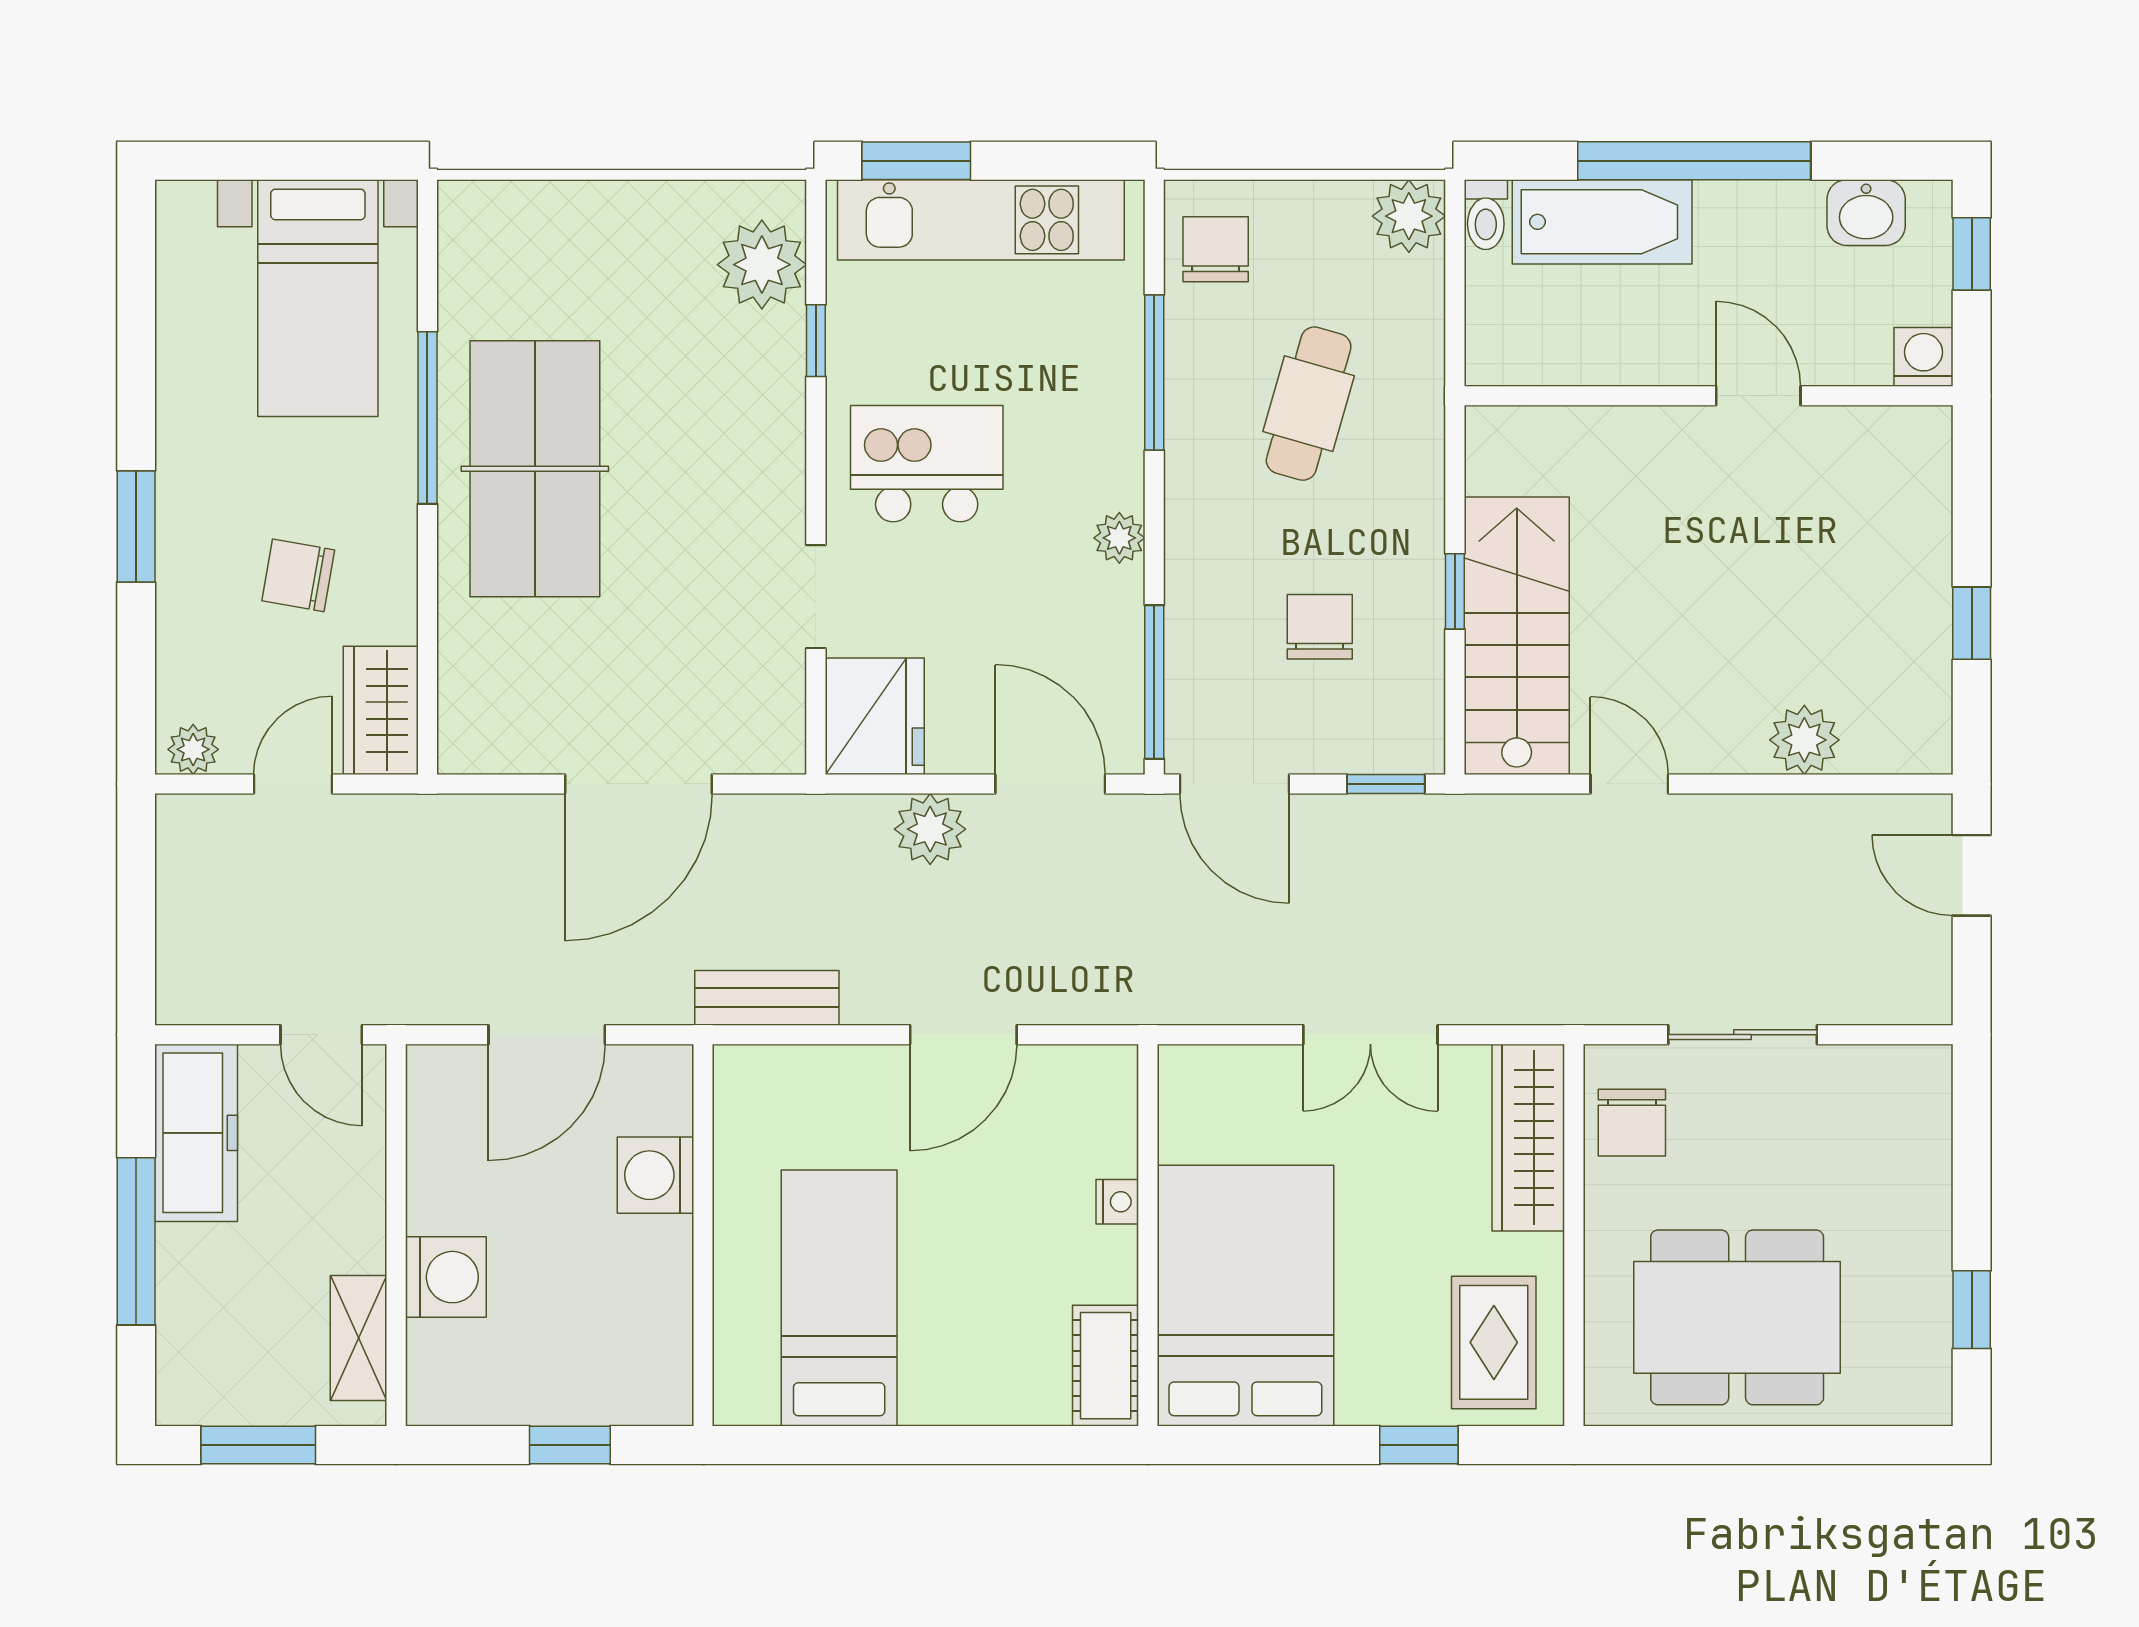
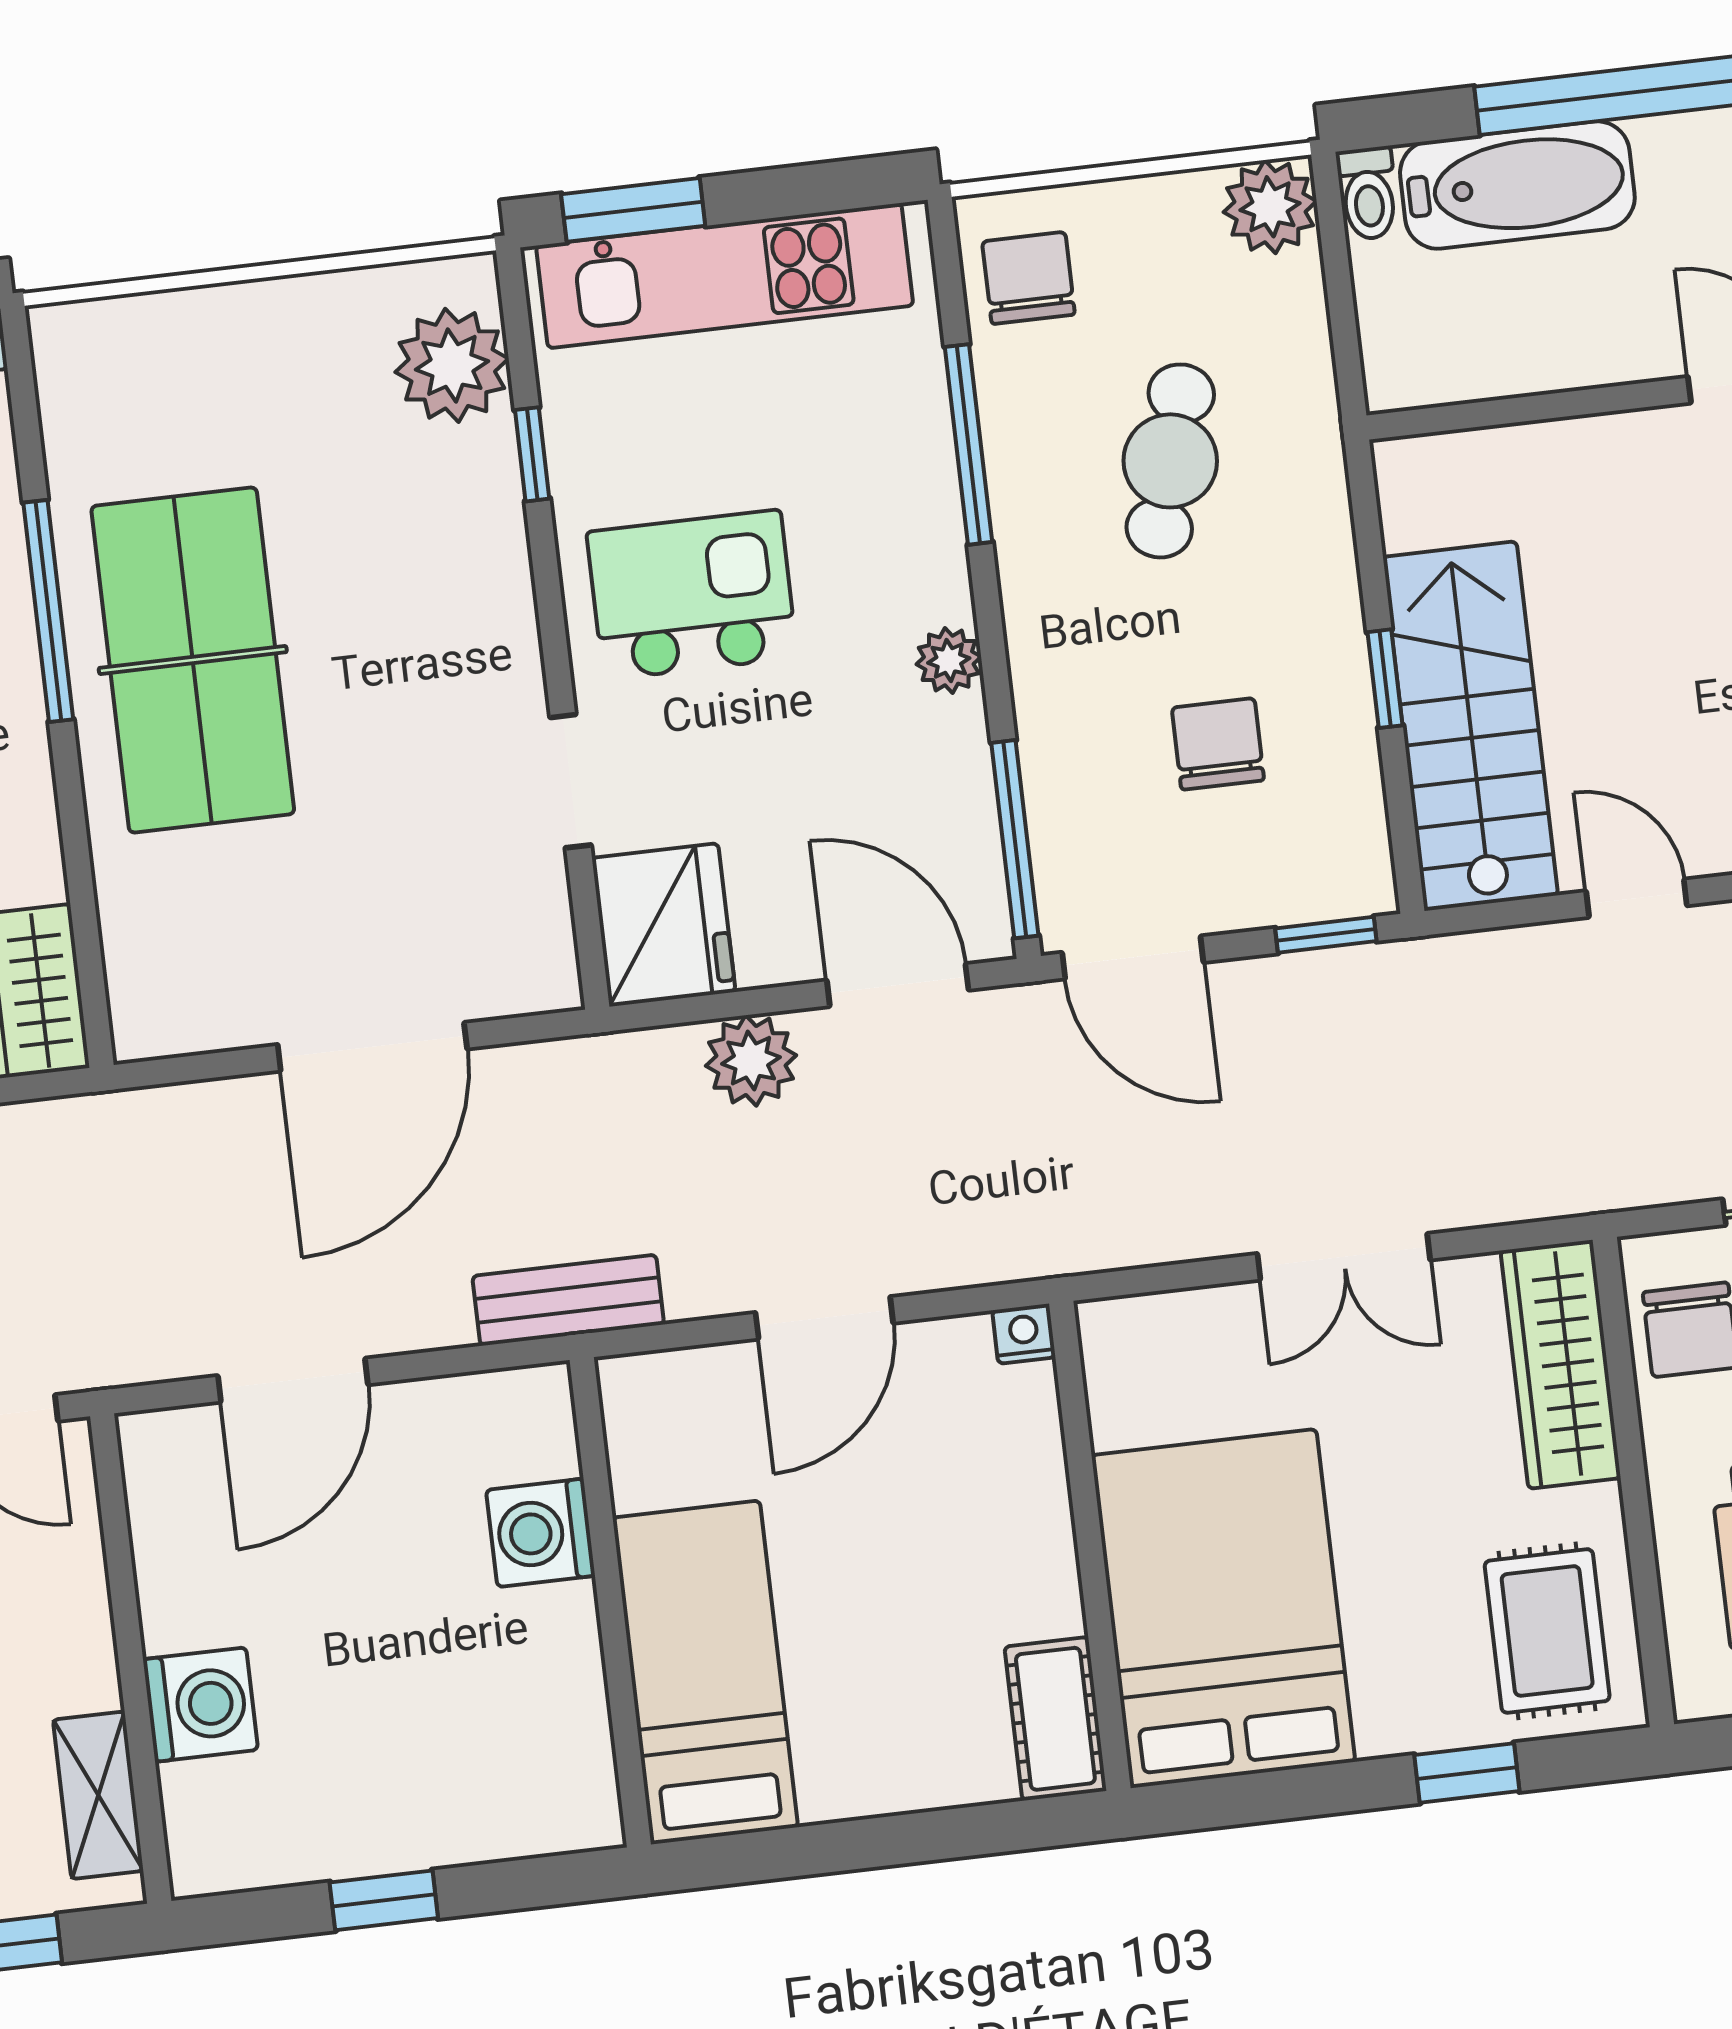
washing machine: (655, 1175) -> (541, 1533), moved
nightstand: (1117, 1202) -> (1024, 1334), moved, turned -90
wall: (703, 1235) -> (610, 1602), moved

